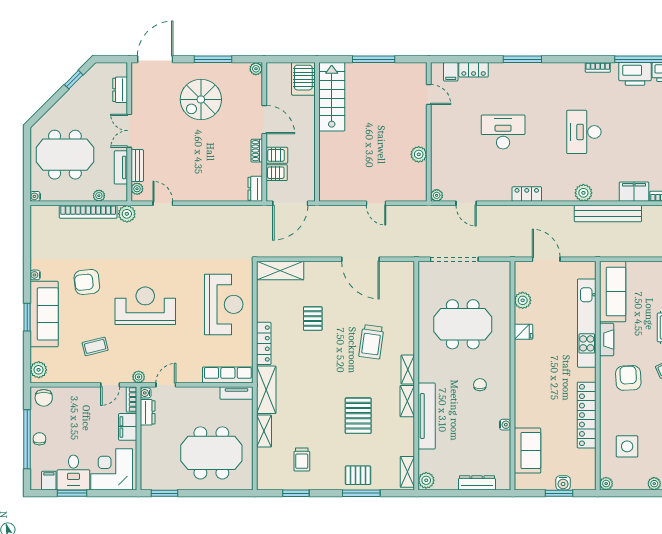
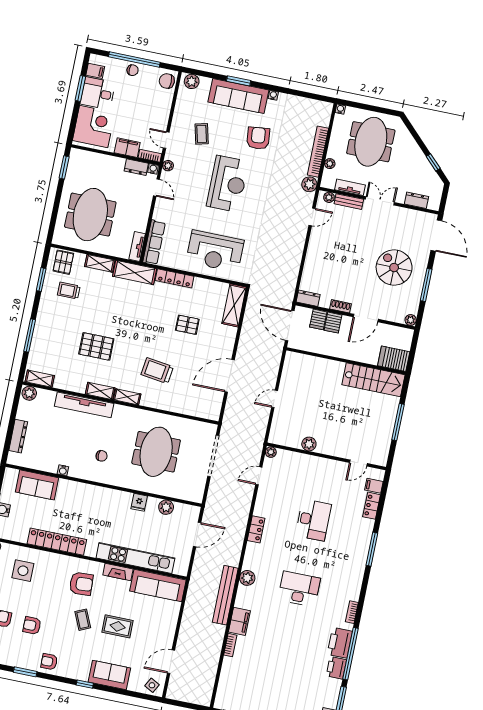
pallet: (358, 475) -> (63, 262), moved

